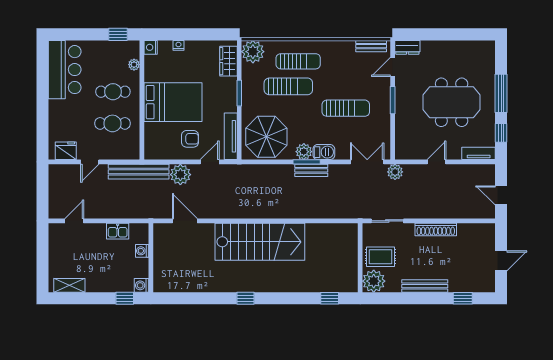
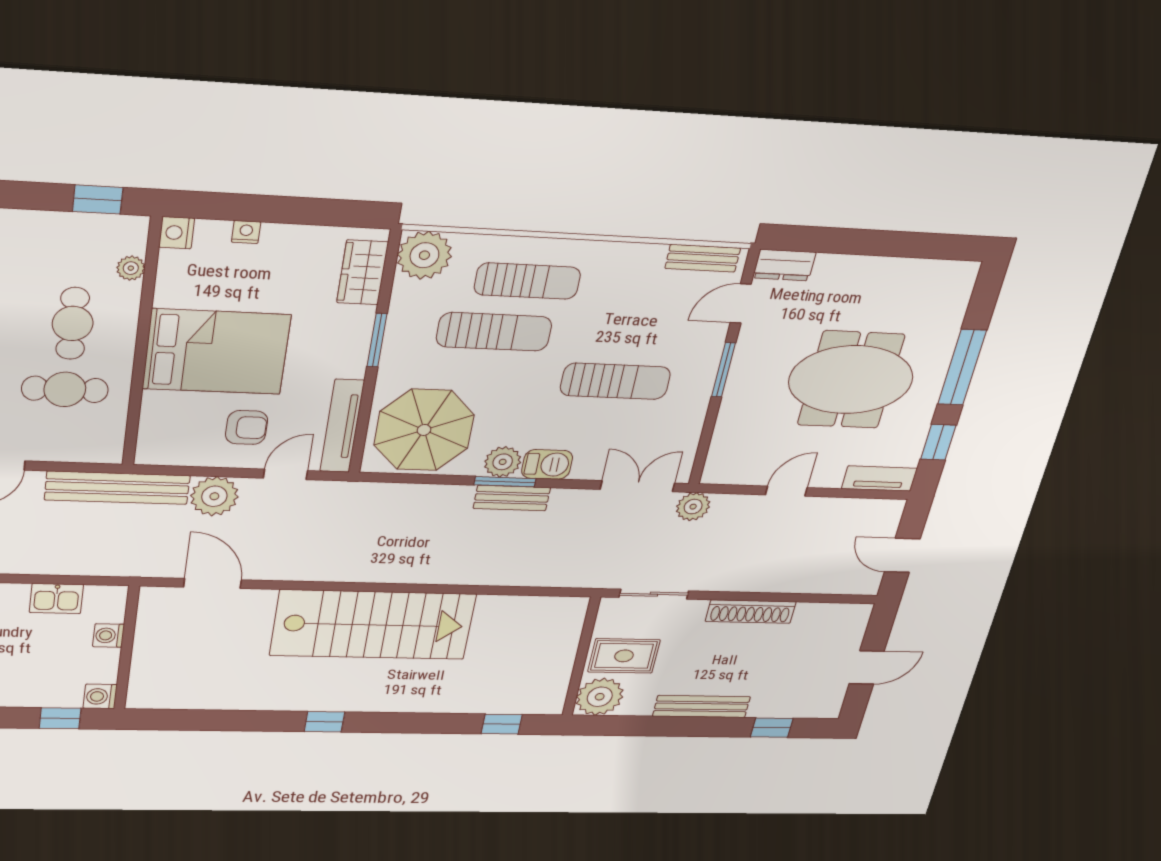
cafe table: (113, 92) -> (73, 323), turned 90

